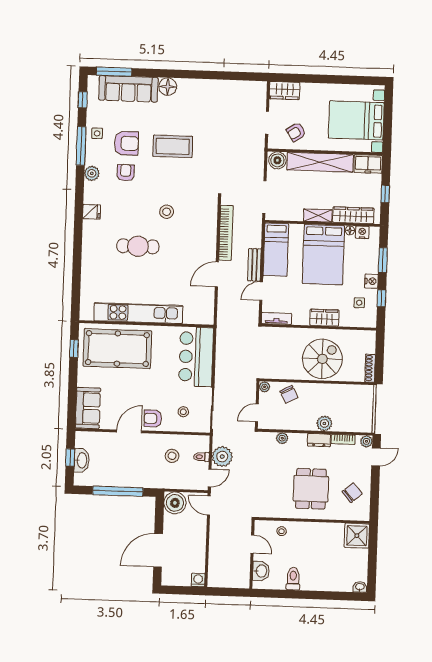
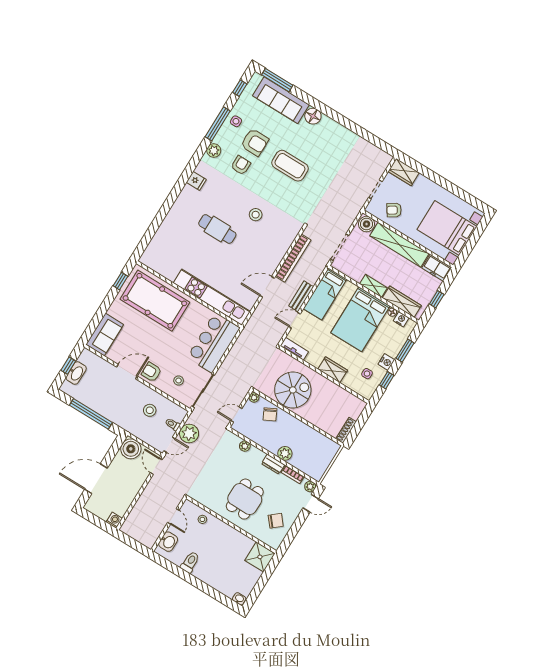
kitchen unit: (138, 313) -> (212, 297), moved
spiral stairs: (322, 359) -> (293, 390), moved

